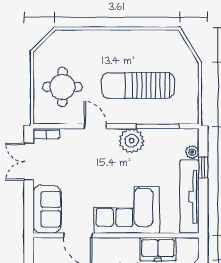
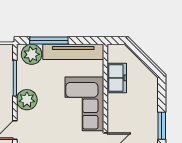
plant: (192, 152) -> (32, 54), width x1.88, depth x1.88
window: (203, 167) -> (49, 41), width x2.17

